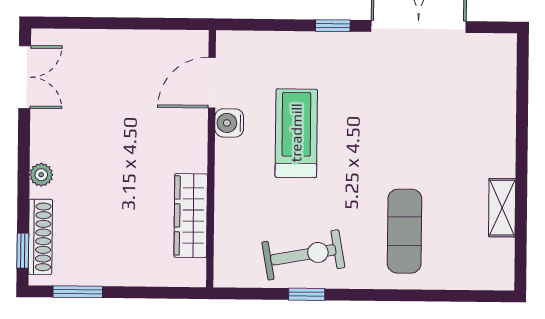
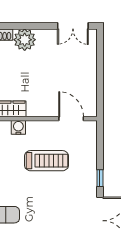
water cooler: (229, 123) -> (18, 127), moved
plant: (41, 175) -> (25, 40), width x1.87, depth x1.87

